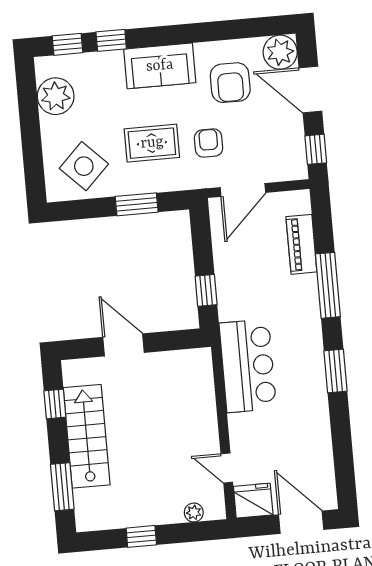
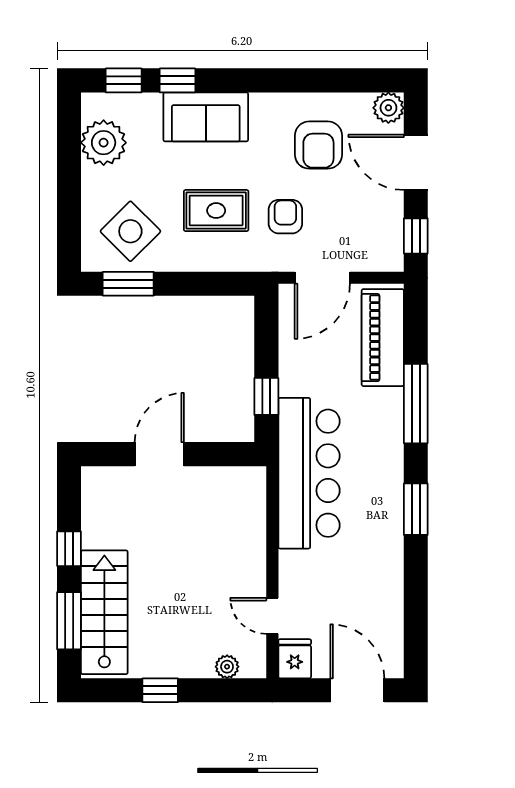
plant: (280, 52) -> (388, 108), width x0.73, depth x0.73
sofa: (160, 66) -> (206, 117), moved
window: (137, 204) -> (128, 284), moved
piano: (301, 244) -> (383, 338), width x1.37, depth x1.33
door: (123, 345) -> (159, 454), hinge flipped
bar counter: (248, 366) -> (309, 473), width x1.36
window: (55, 404) -> (69, 549), moved
stairs: (87, 436) -> (104, 612), moved
fridge: (253, 501) -> (295, 659), width x0.72

